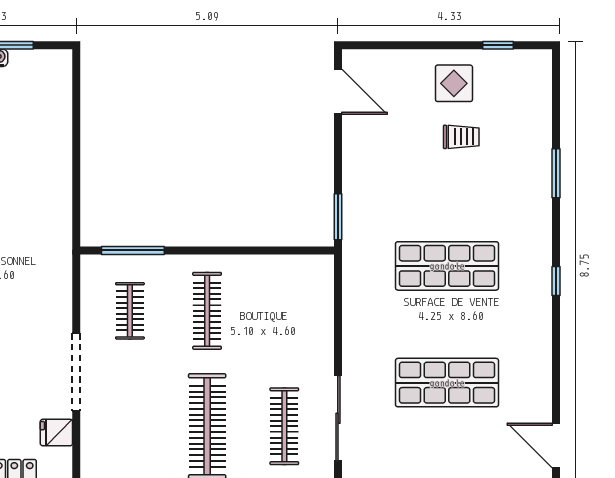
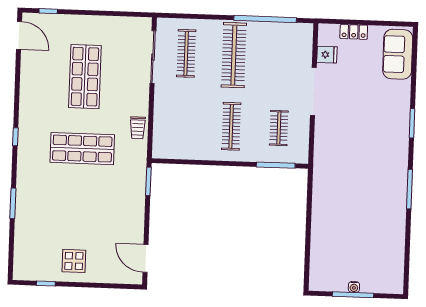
trolley: (461, 137) -> (138, 128), moved, turned -90
shop shelf: (447, 383) -> (85, 77), turned 90

